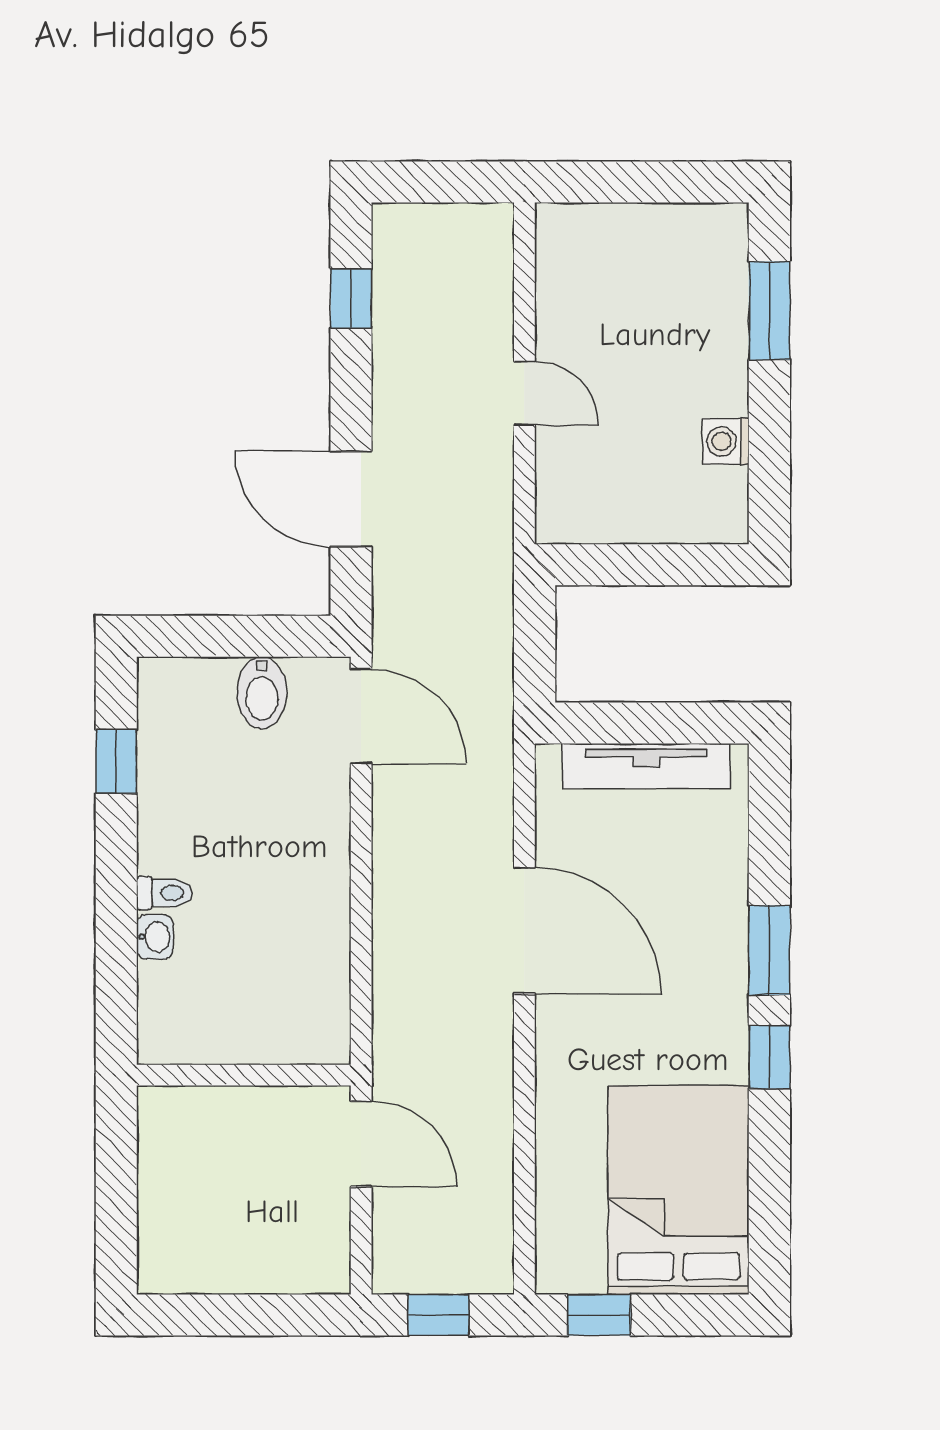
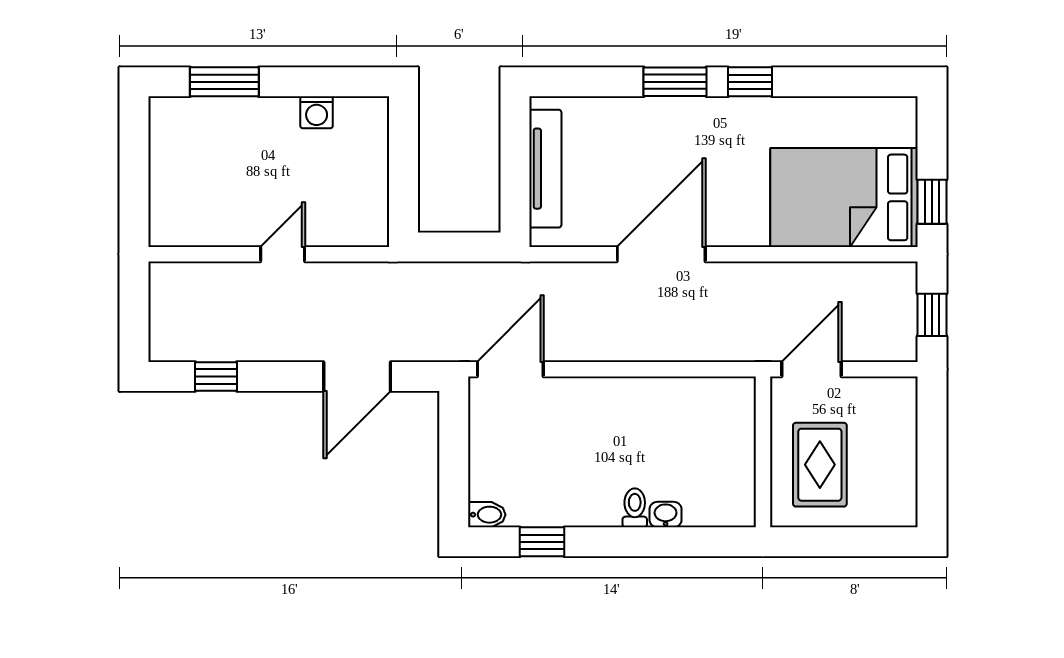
bidet: (262, 693) -> (487, 515), moved, width x0.72, depth x0.74
rug: (226, 1156) -> (820, 465), added
bed: (678, 1190) -> (844, 197), moved

